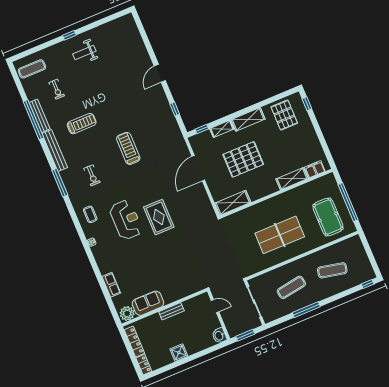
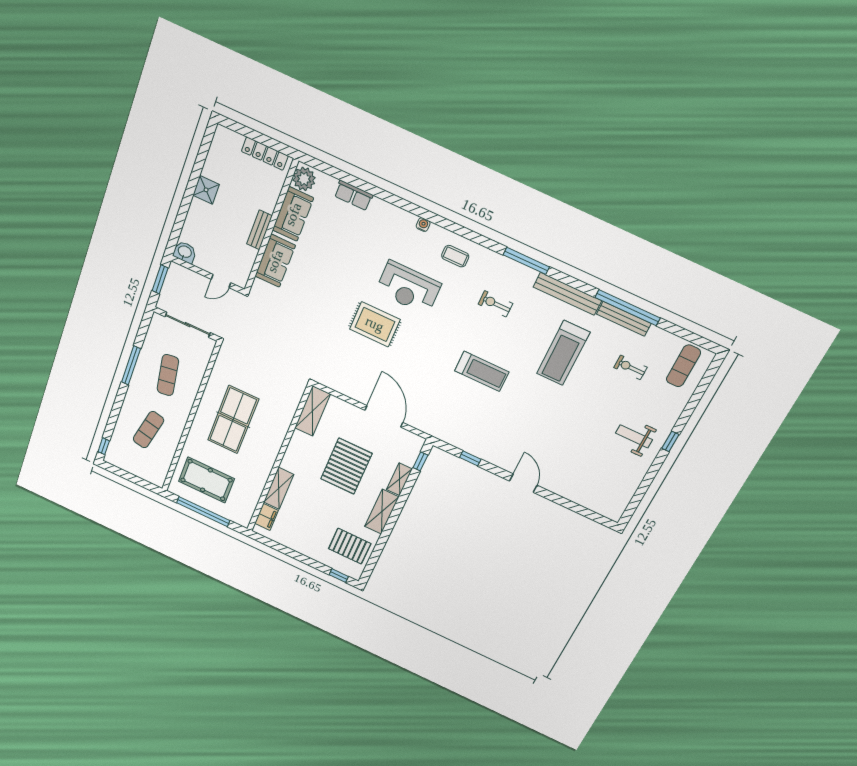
weight bench: (84, 52) -> (634, 436), turned -90
treadmill: (82, 124) -> (563, 353), width x1.37, depth x1.38
sofa: (178, 291) -> (275, 261), added
locker: (144, 365) -> (228, 136), removed

